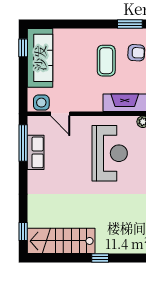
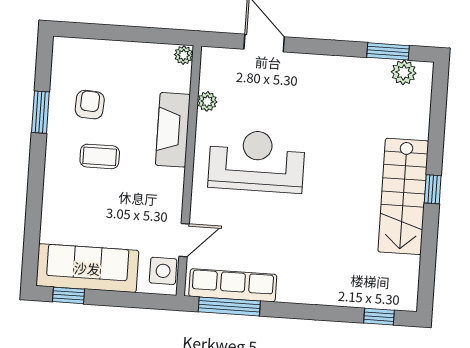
coffee table: (106, 61) -> (100, 156), width x0.73, depth x0.77
row of seats: (36, 152) -> (233, 285), width x1.48
stairs: (61, 241) -> (403, 196), moved

